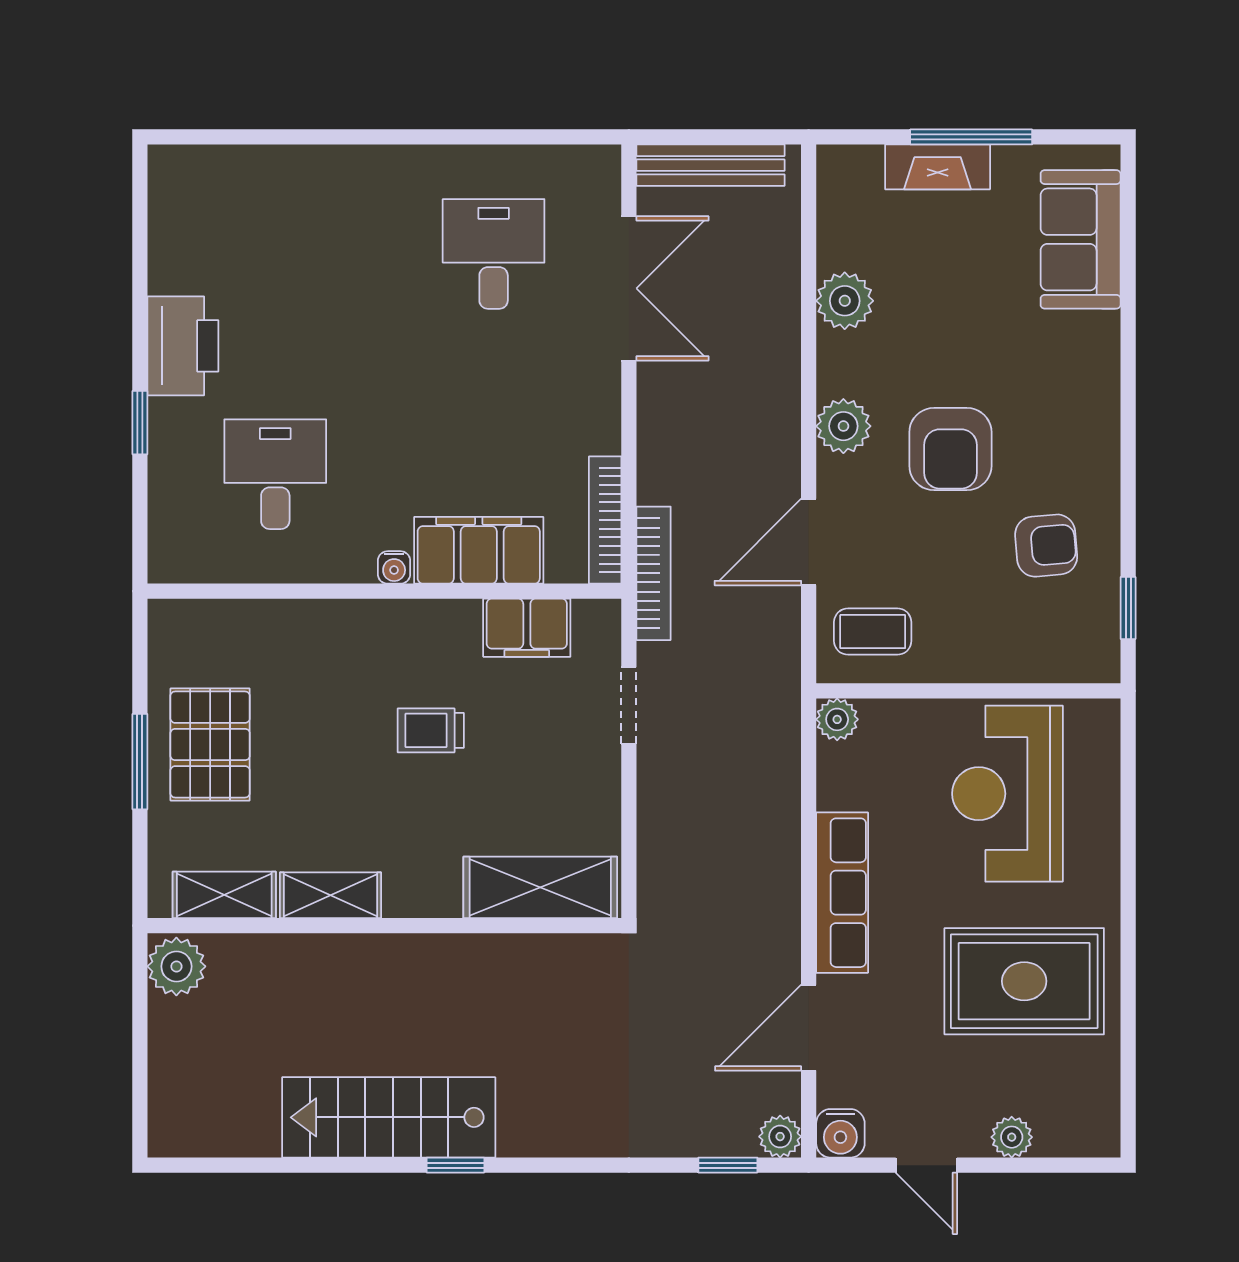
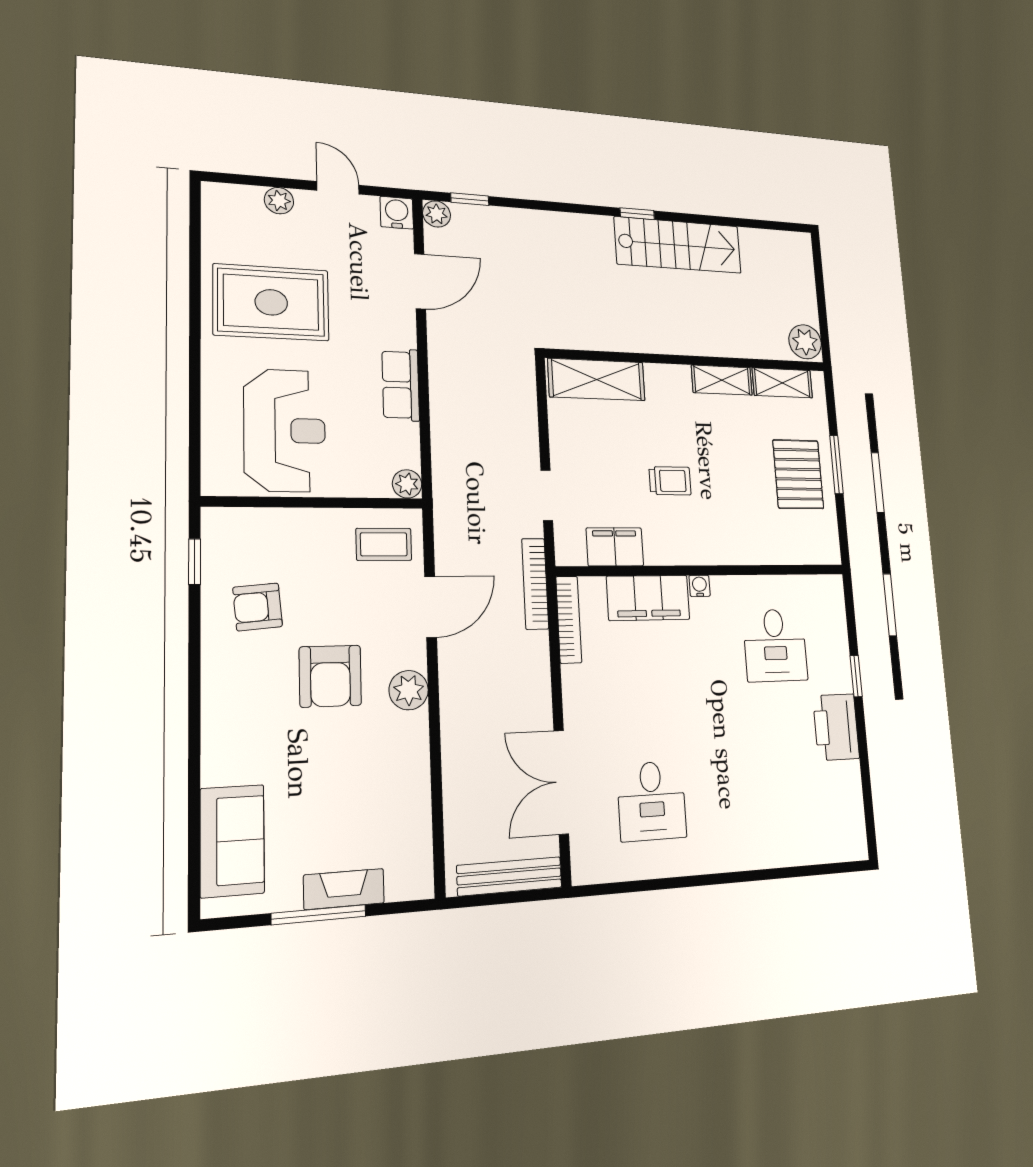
plant: (845, 301) -> (410, 782), removed
armchair: (950, 449) -> (330, 676), turned 180
row of seats: (842, 893) -> (401, 385), width x0.68

